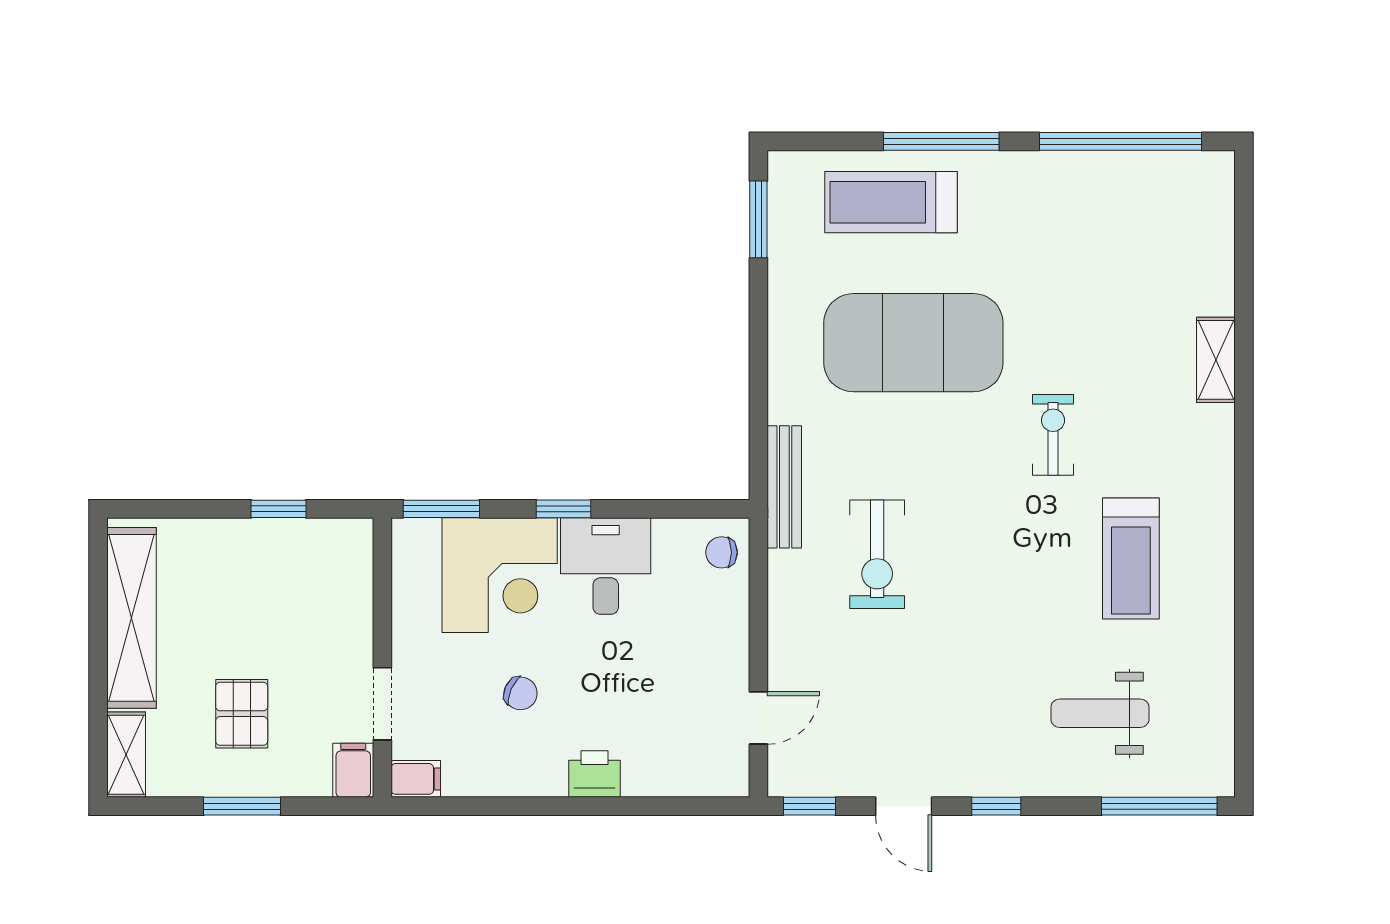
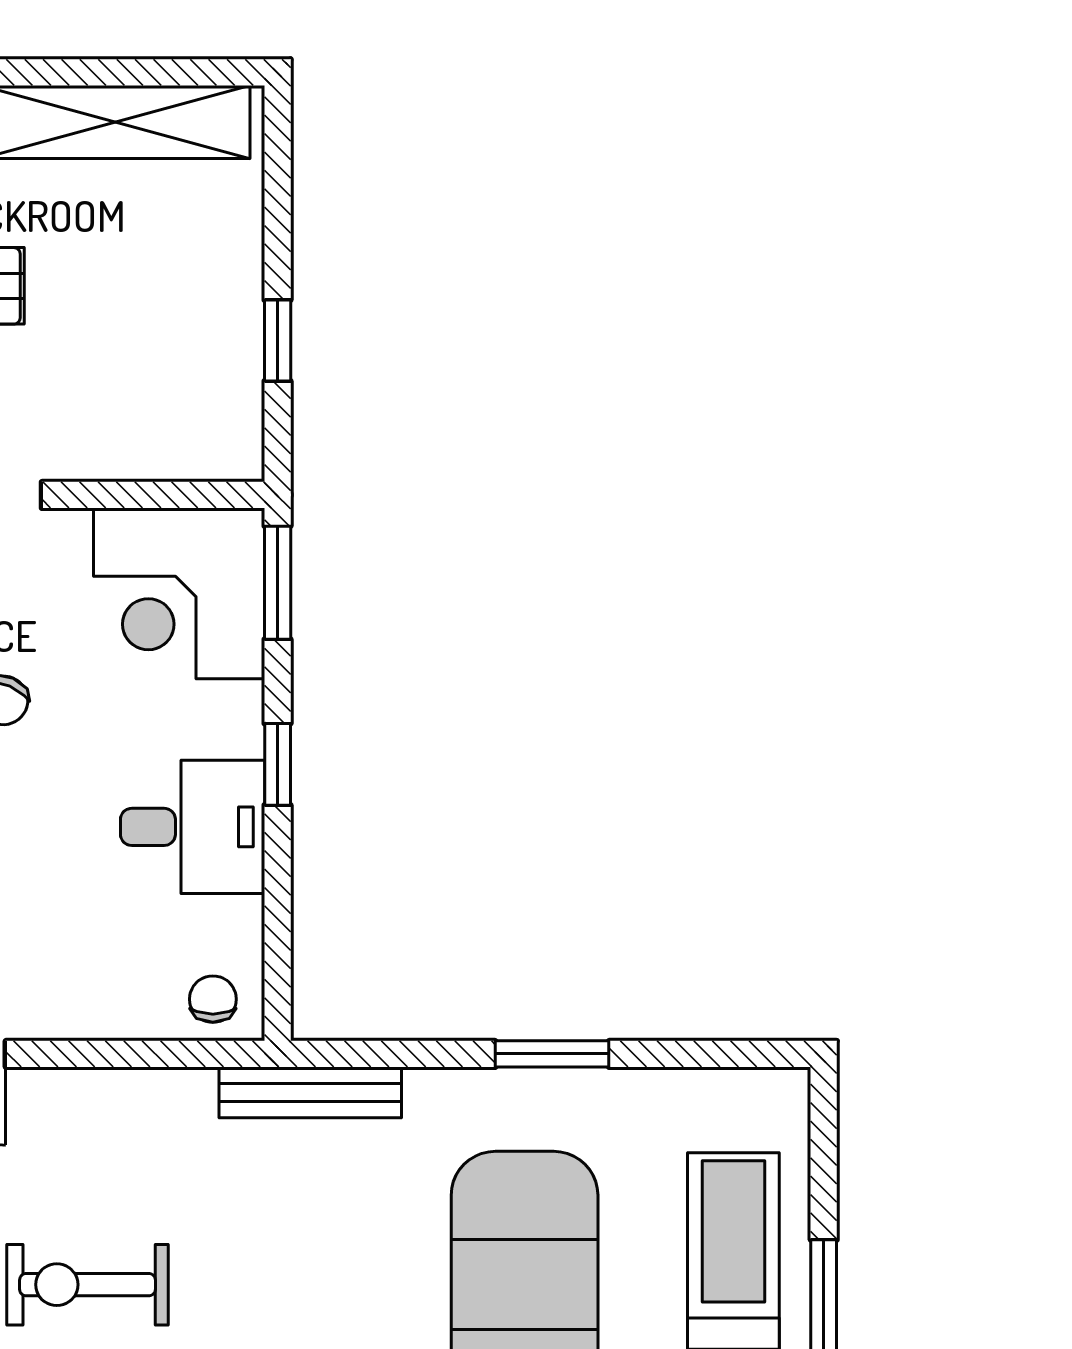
window: (758, 219) -> (552, 1054), moved
exercise bike: (877, 554) -> (87, 1285), moved
corner desk: (500, 575) -> (179, 593), moved

